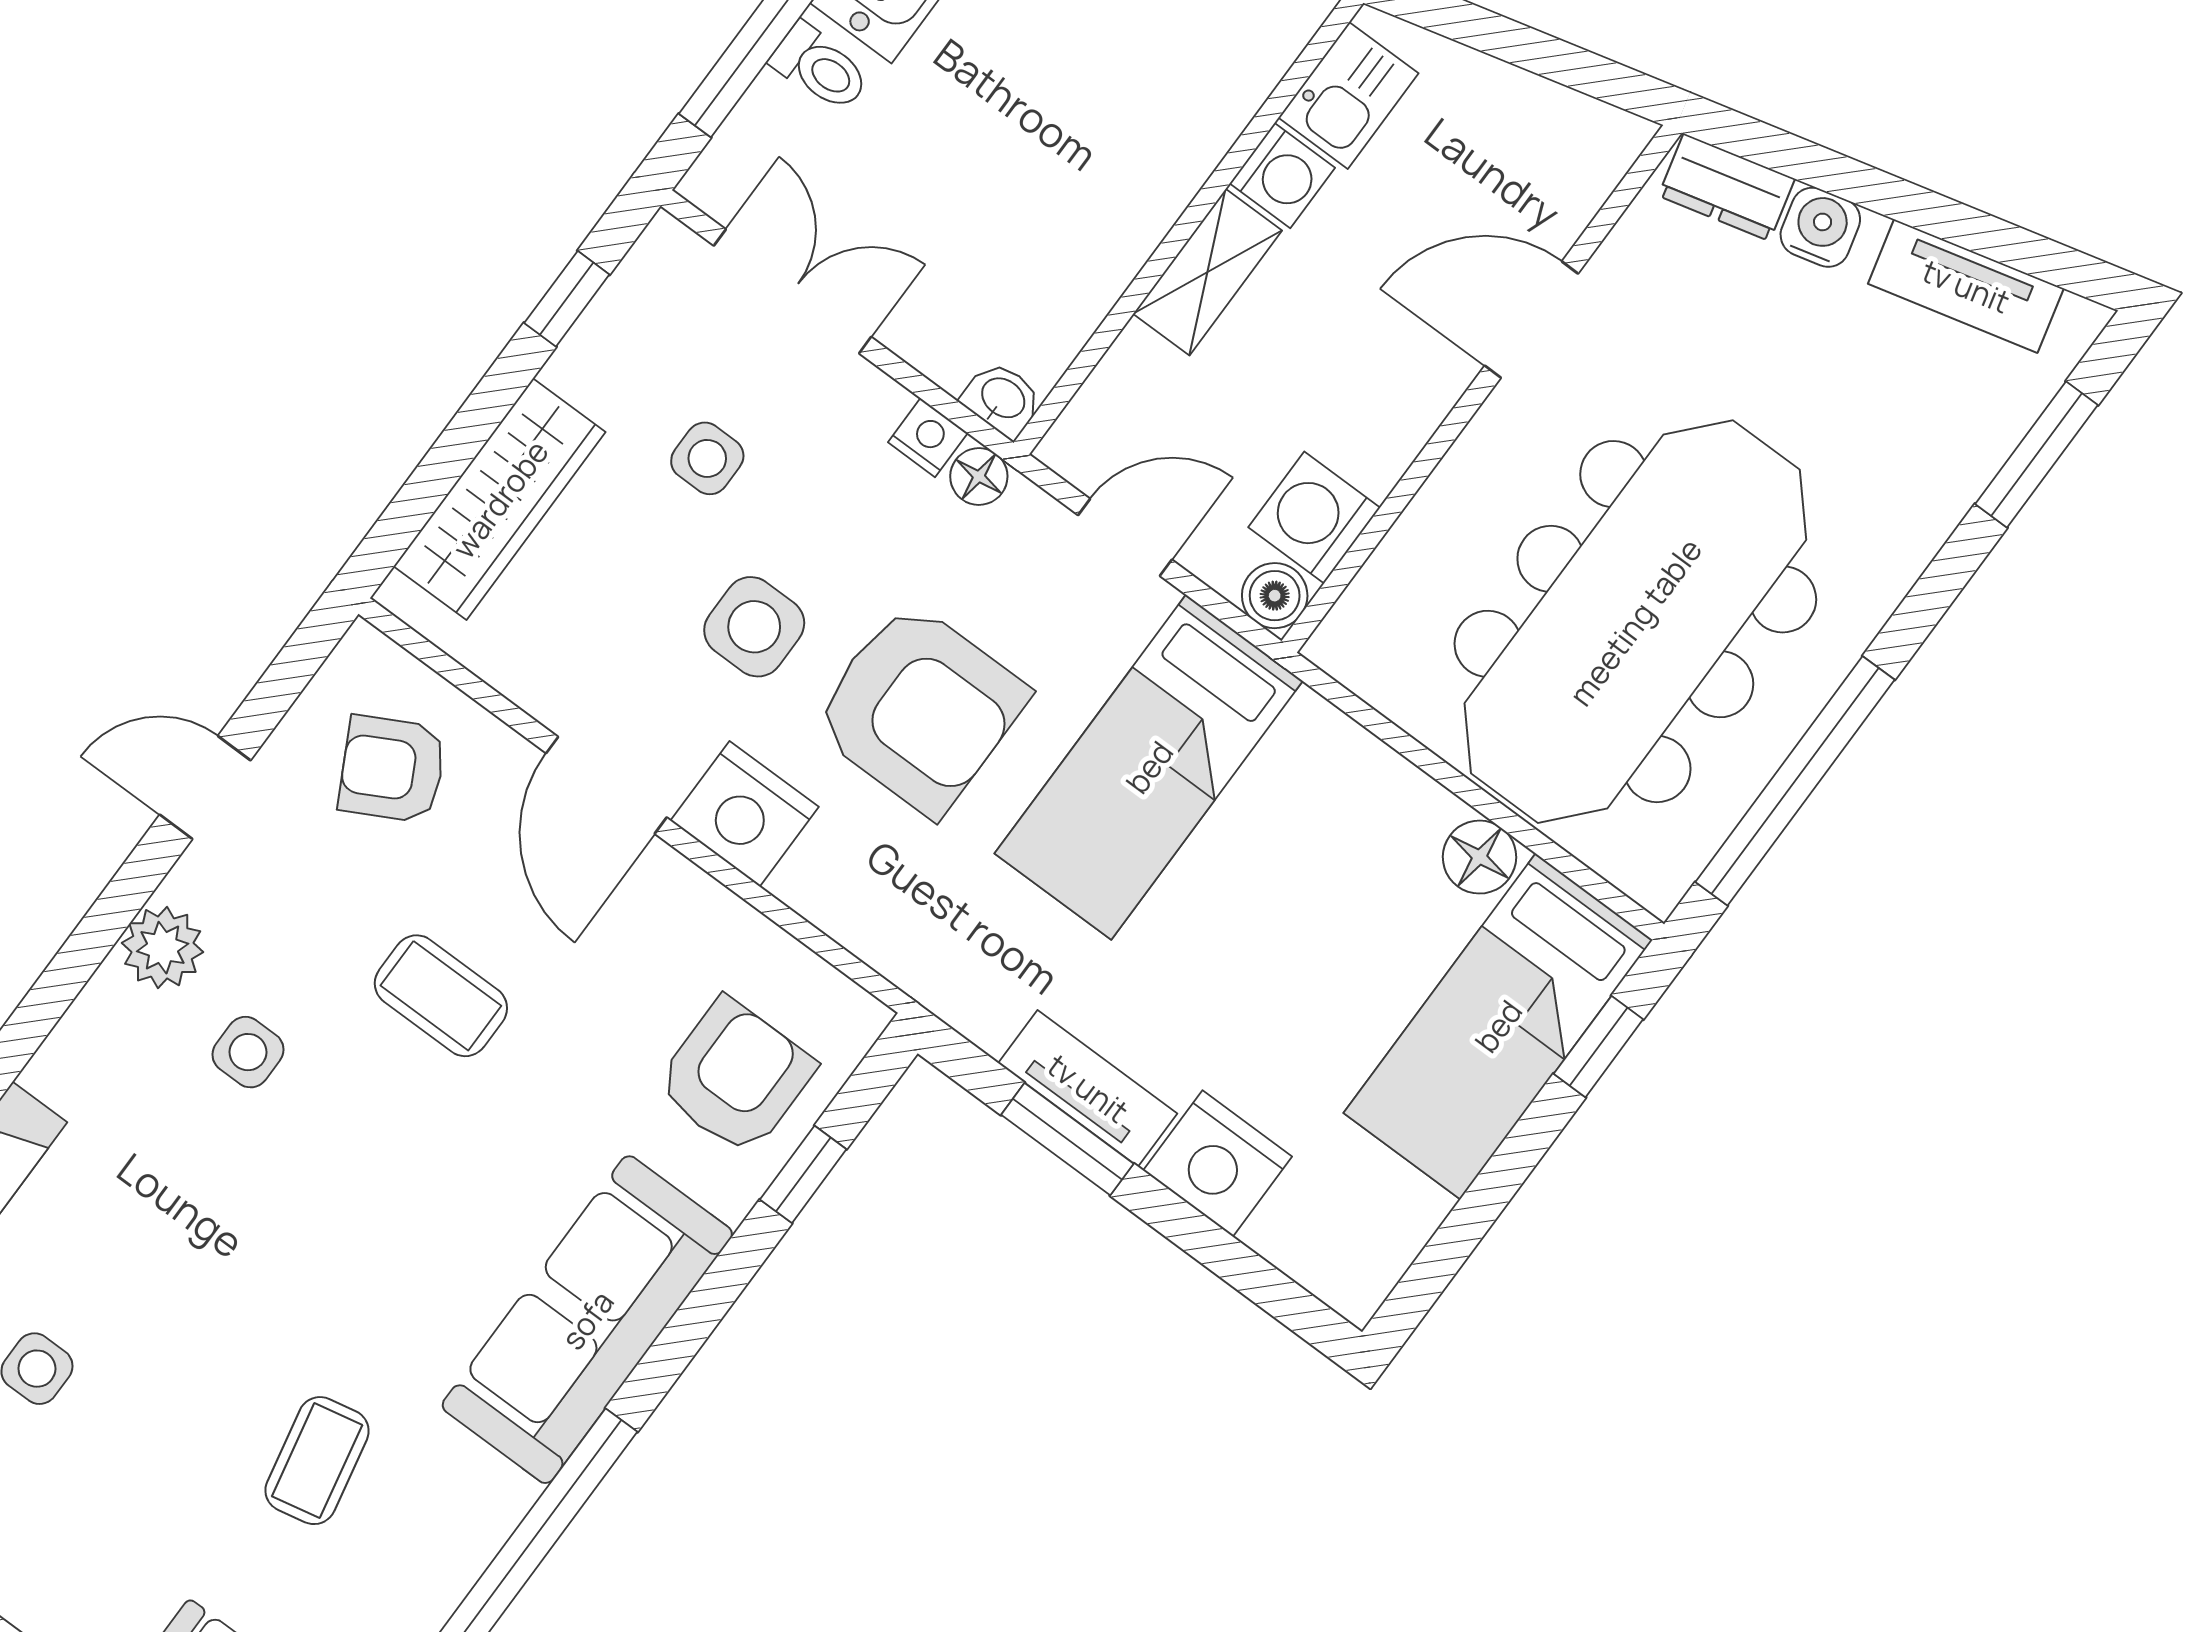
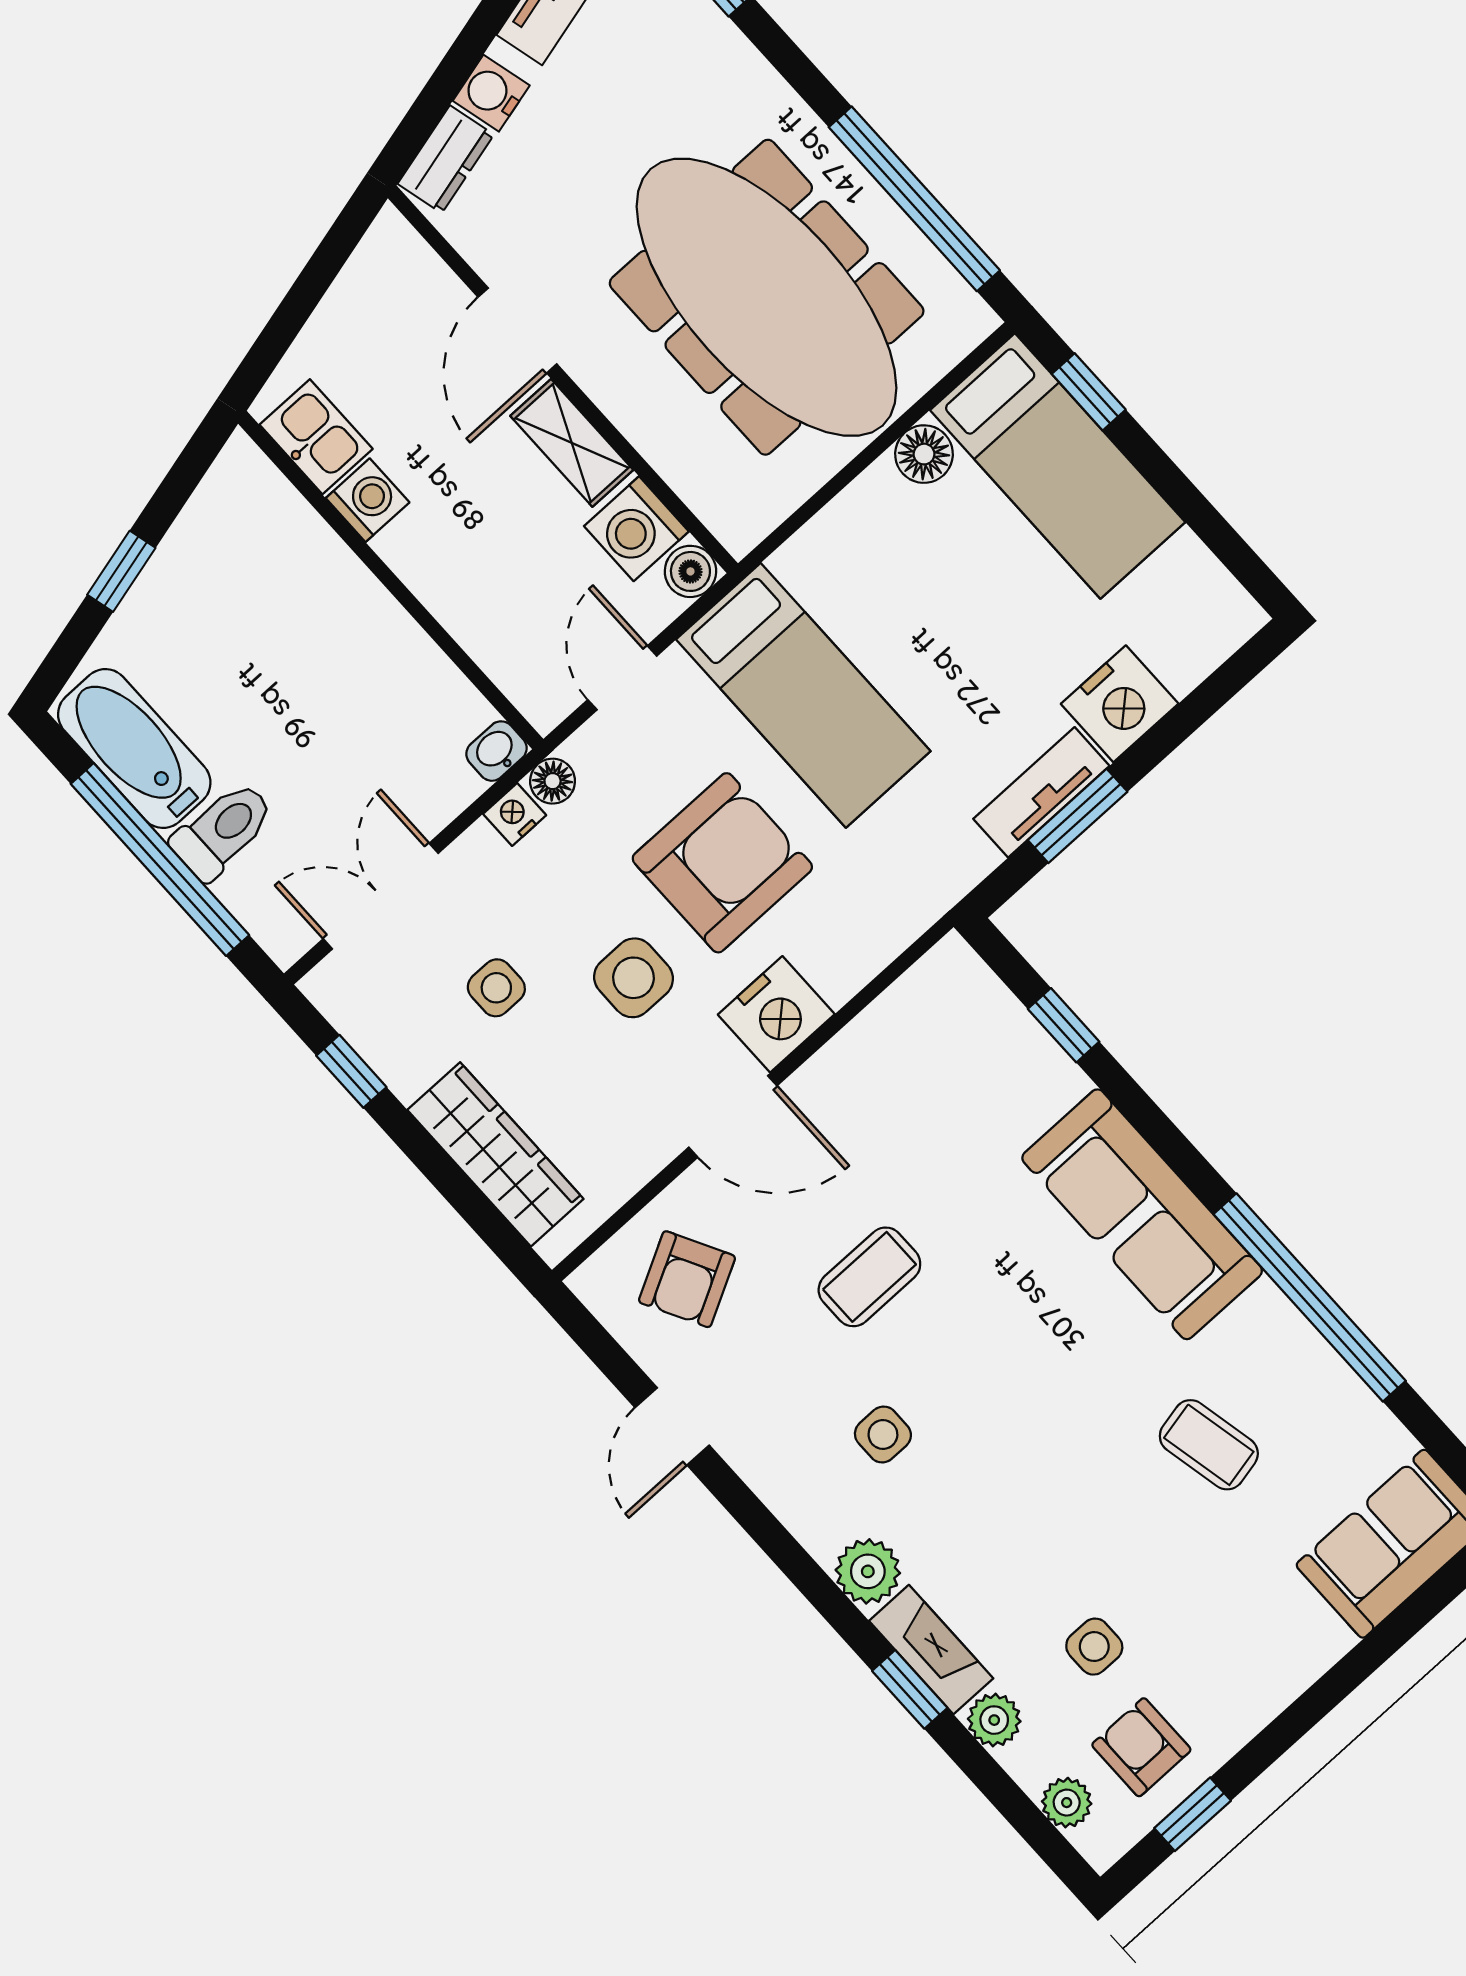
toilet: (820, 68) -> (223, 830), width x1.37, depth x1.39
shelving: (1207, 272) -> (572, 443), moved
plant: (163, 948) -> (868, 1571), moved
armchair: (735, 1077) -> (978, 1062), removed

